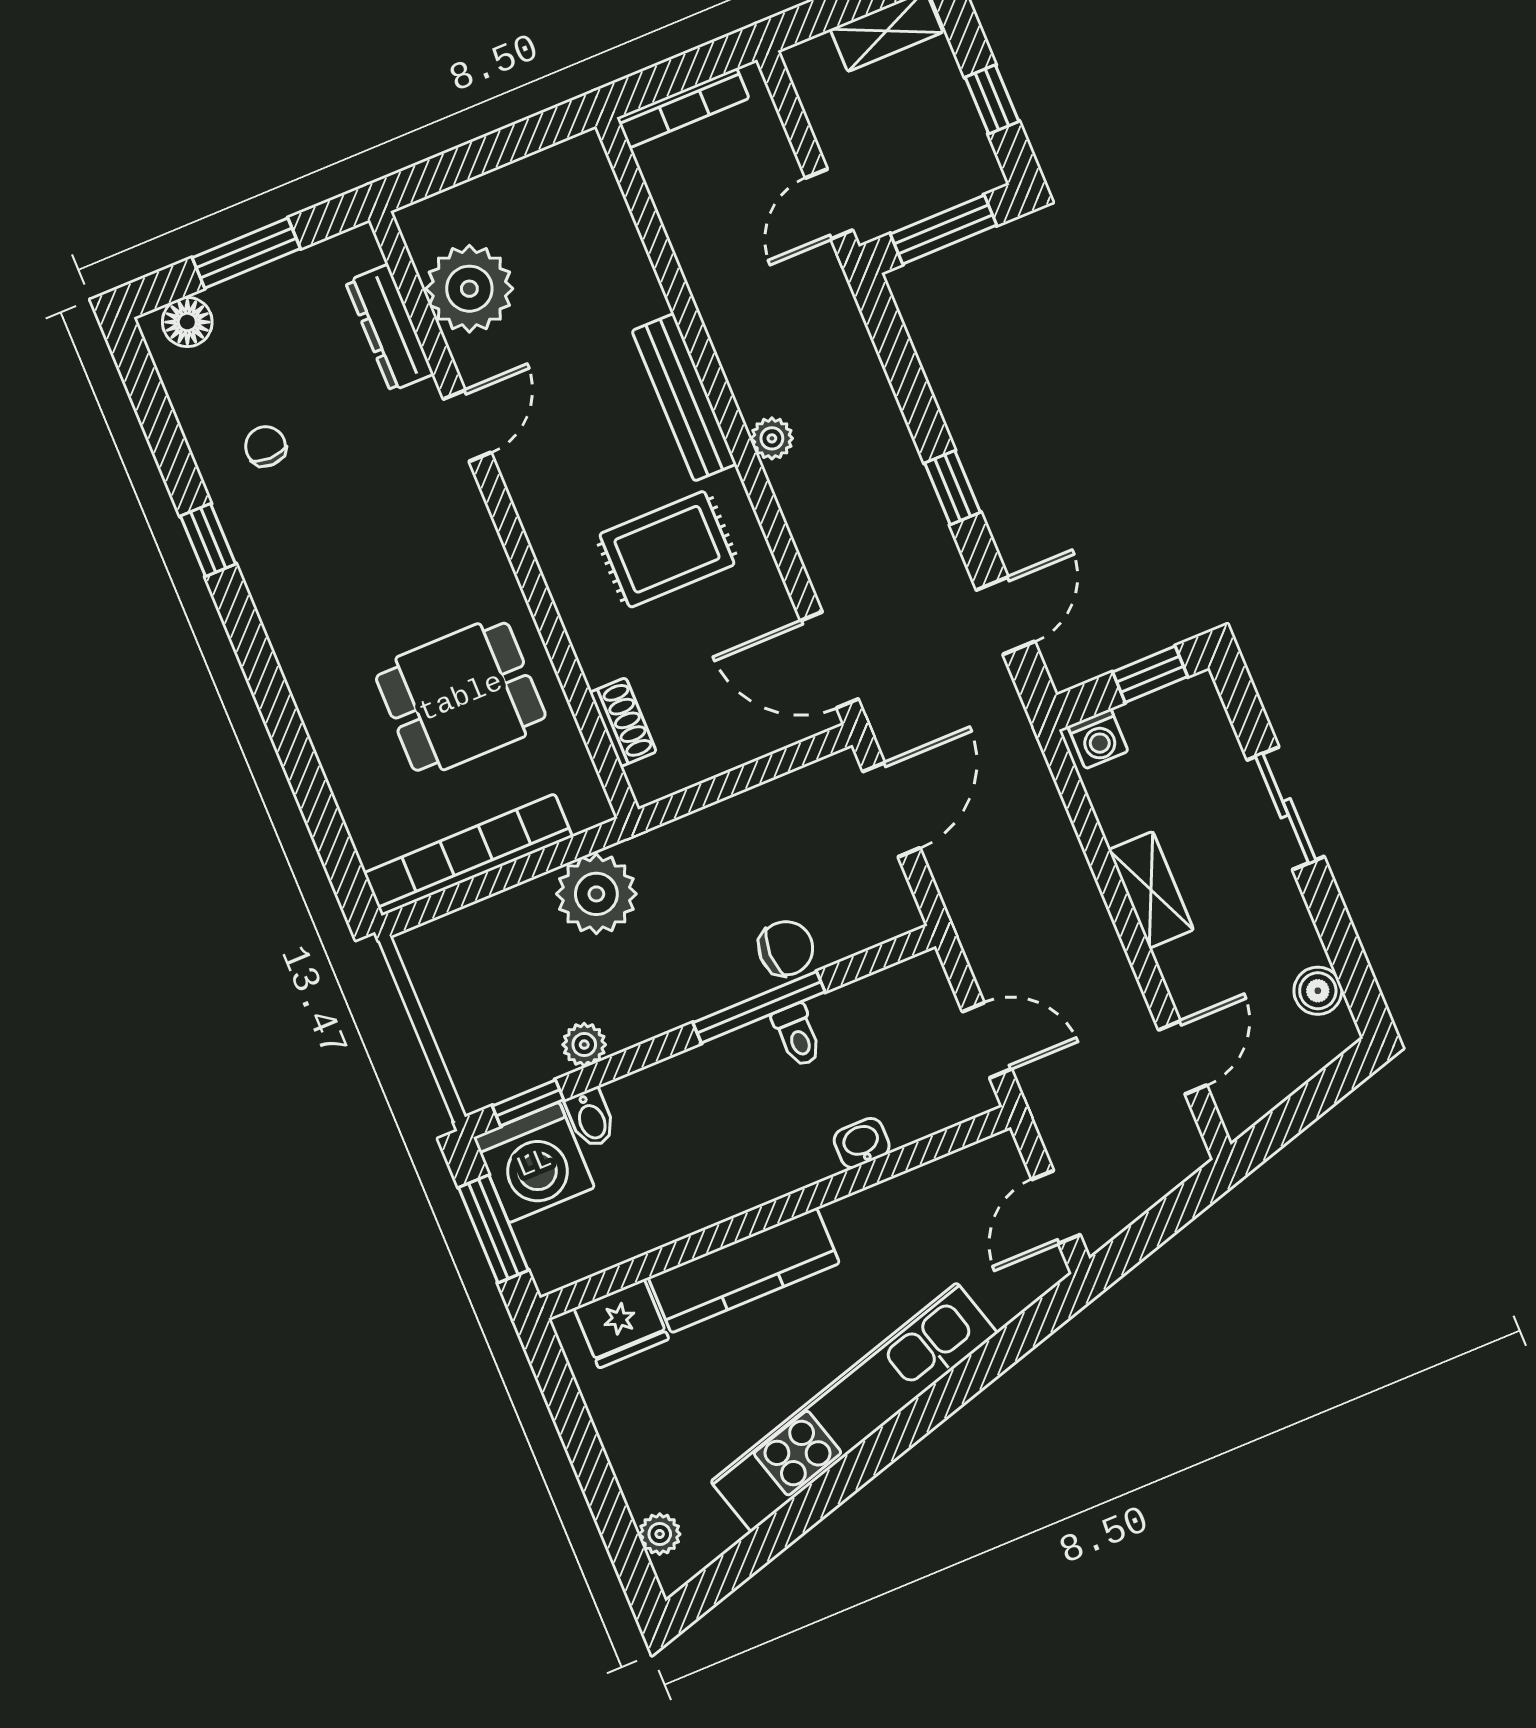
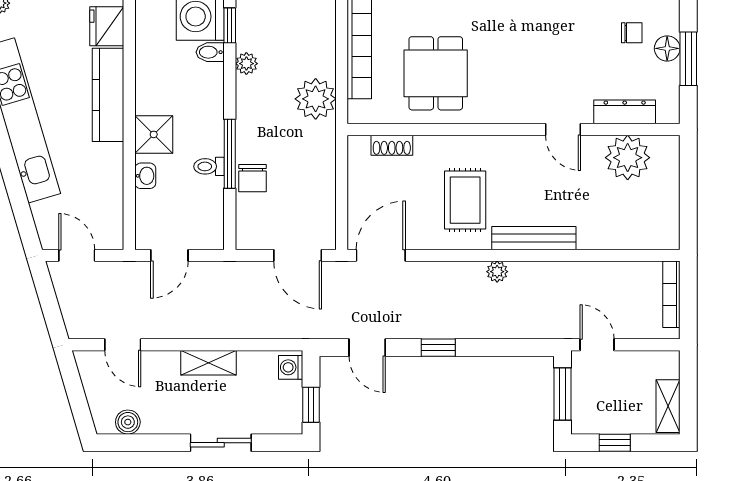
floor lamp: (187, 322) -> (667, 48), moved
chair: (265, 446) -> (632, 33), moved
shower: (781, 1159) -> (154, 134), added

